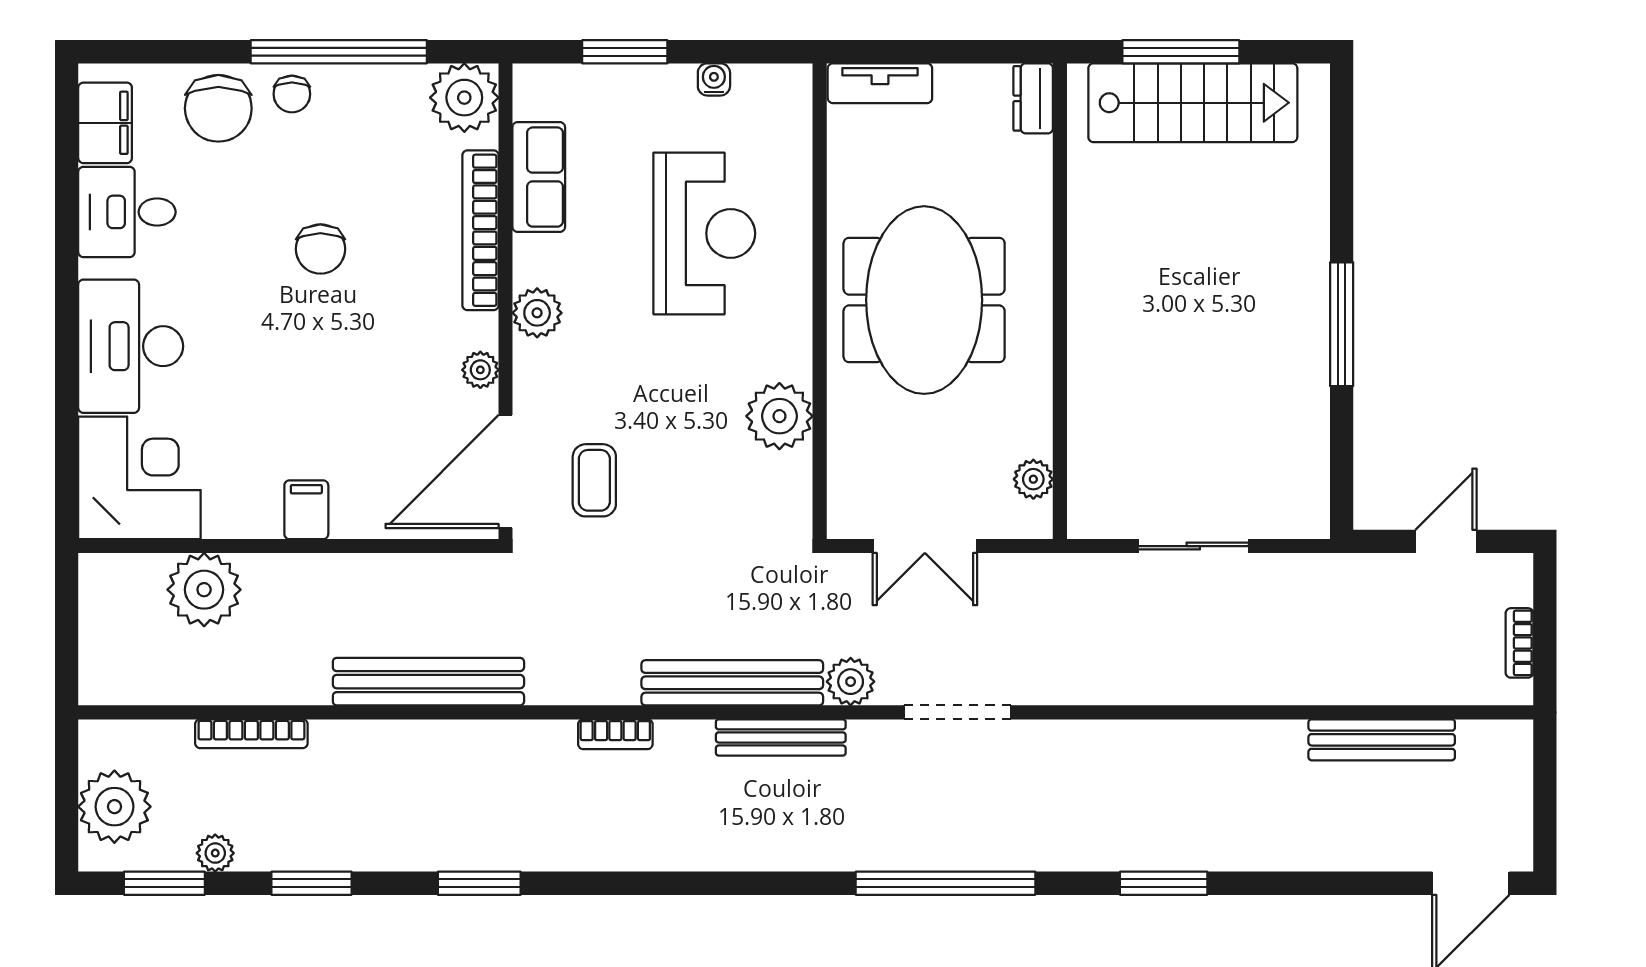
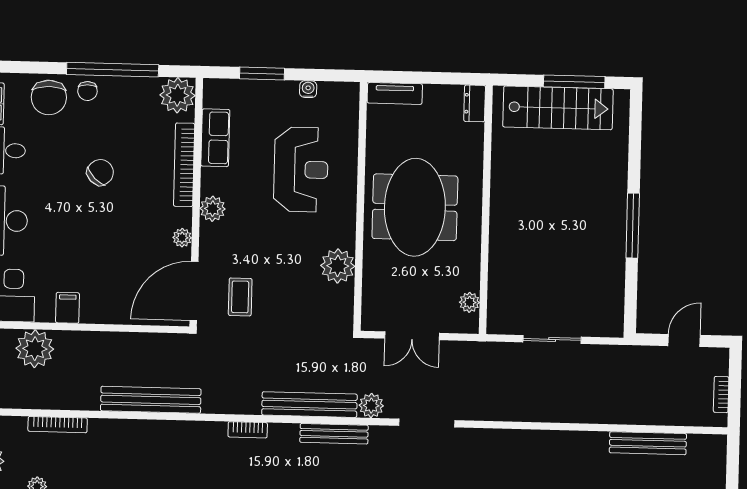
window: (1181, 52) -> (574, 82), moved
chair: (320, 249) -> (100, 172), turned -135
filing cabinet: (306, 510) -> (68, 308), moved

